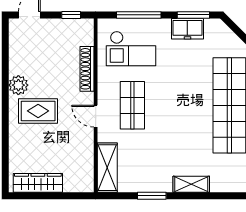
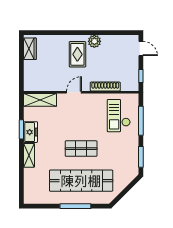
freezer: (187, 29) -> (31, 132), moved, turned 180
shop shelf: (132, 105) -> (81, 149), moved
wardrobe: (38, 183) -> (30, 49), width x0.67

